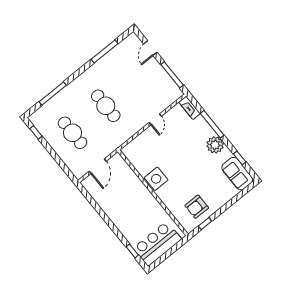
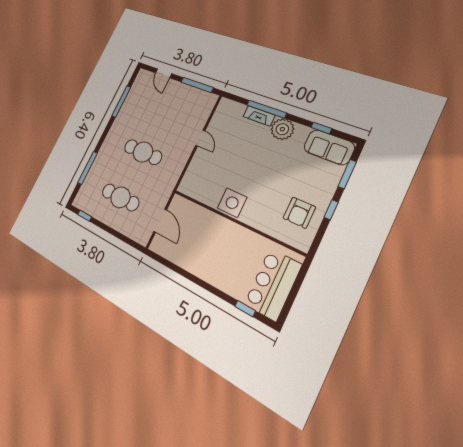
fireplace: (190, 108) -> (259, 116), moved
window: (238, 197) -> (347, 174), added
window: (205, 224) -> (331, 210), moved

